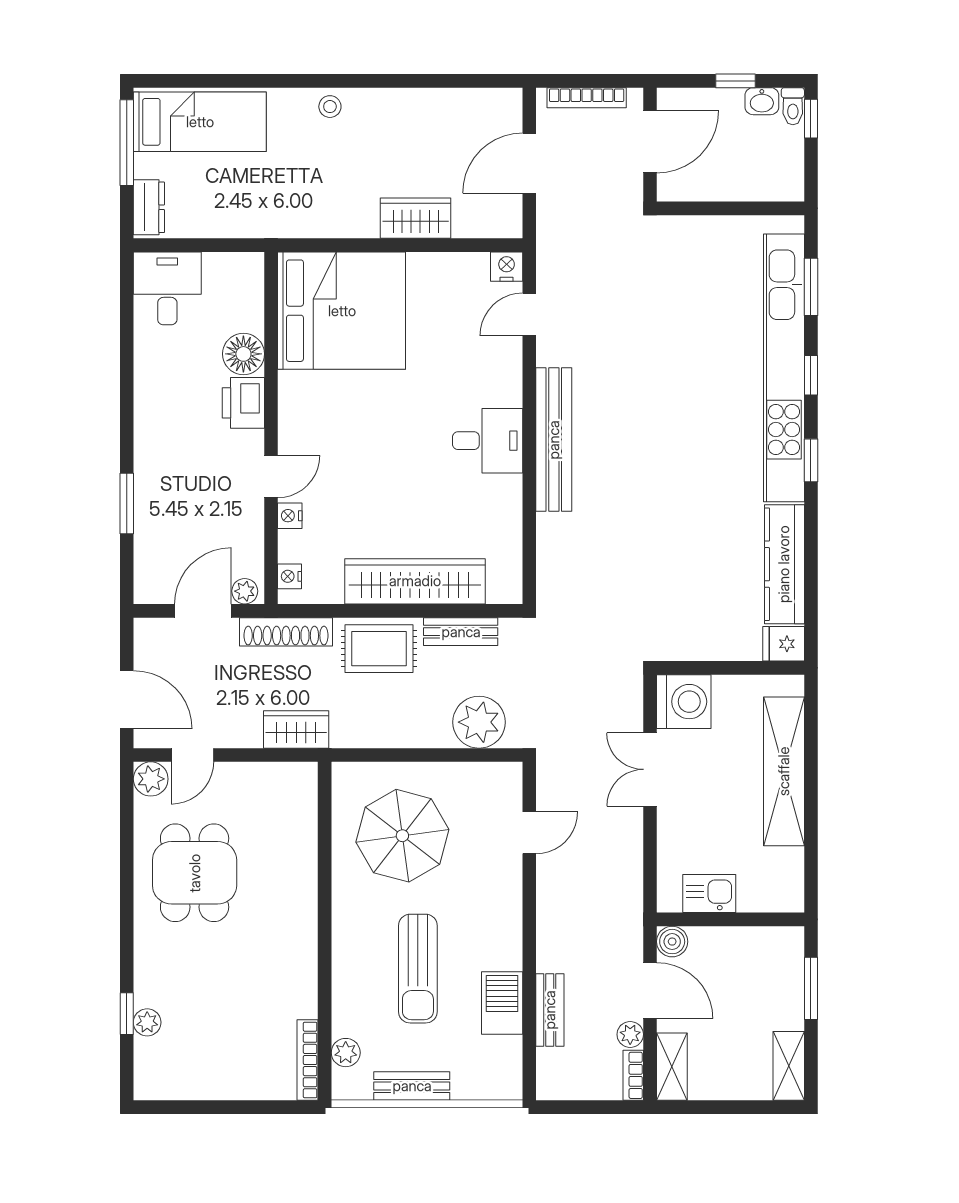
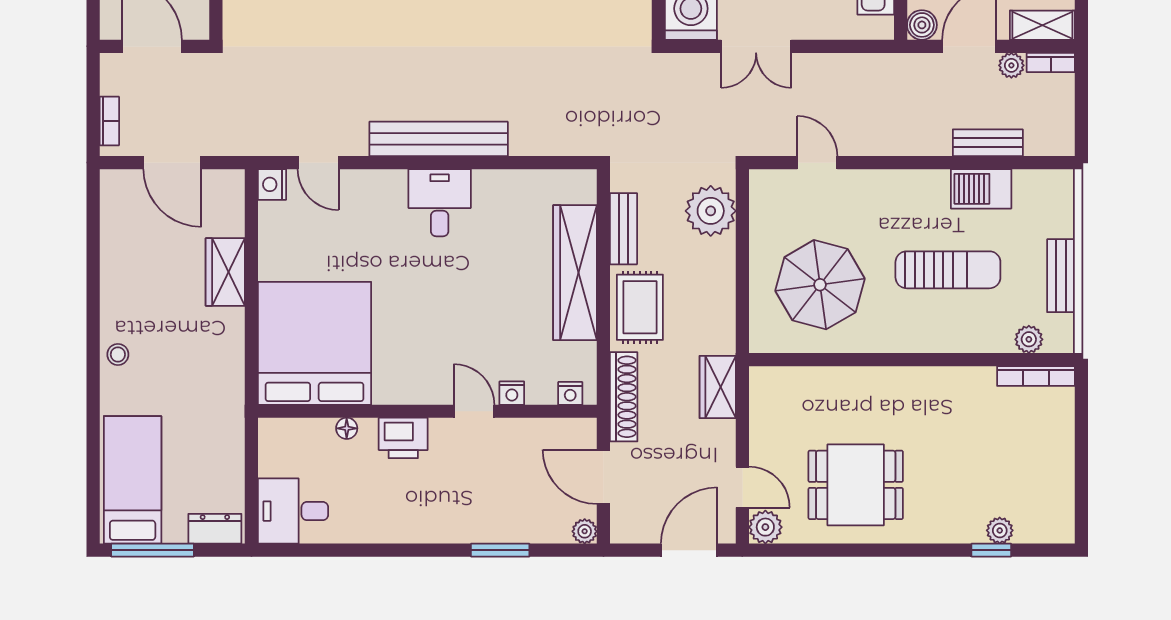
bookcase: (587, 98) -> (109, 121), width x0.64
floor lamp: (243, 354) -> (347, 428), width x0.53, depth x0.53
plant: (245, 591) -> (585, 531), moved

